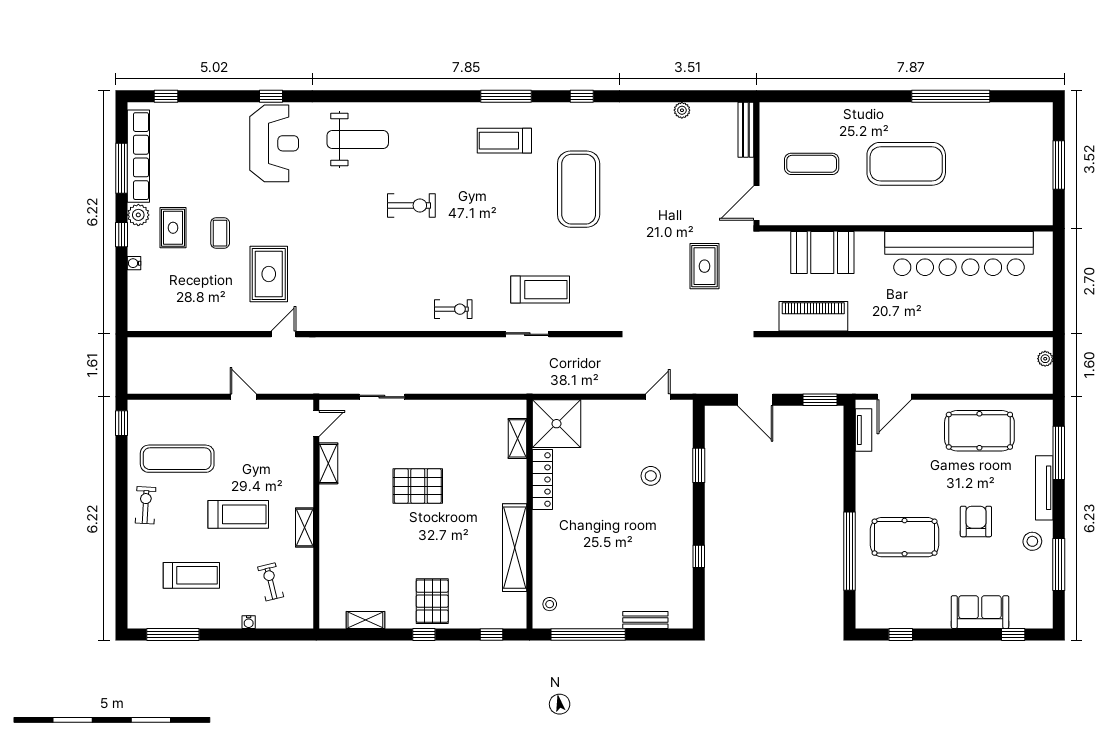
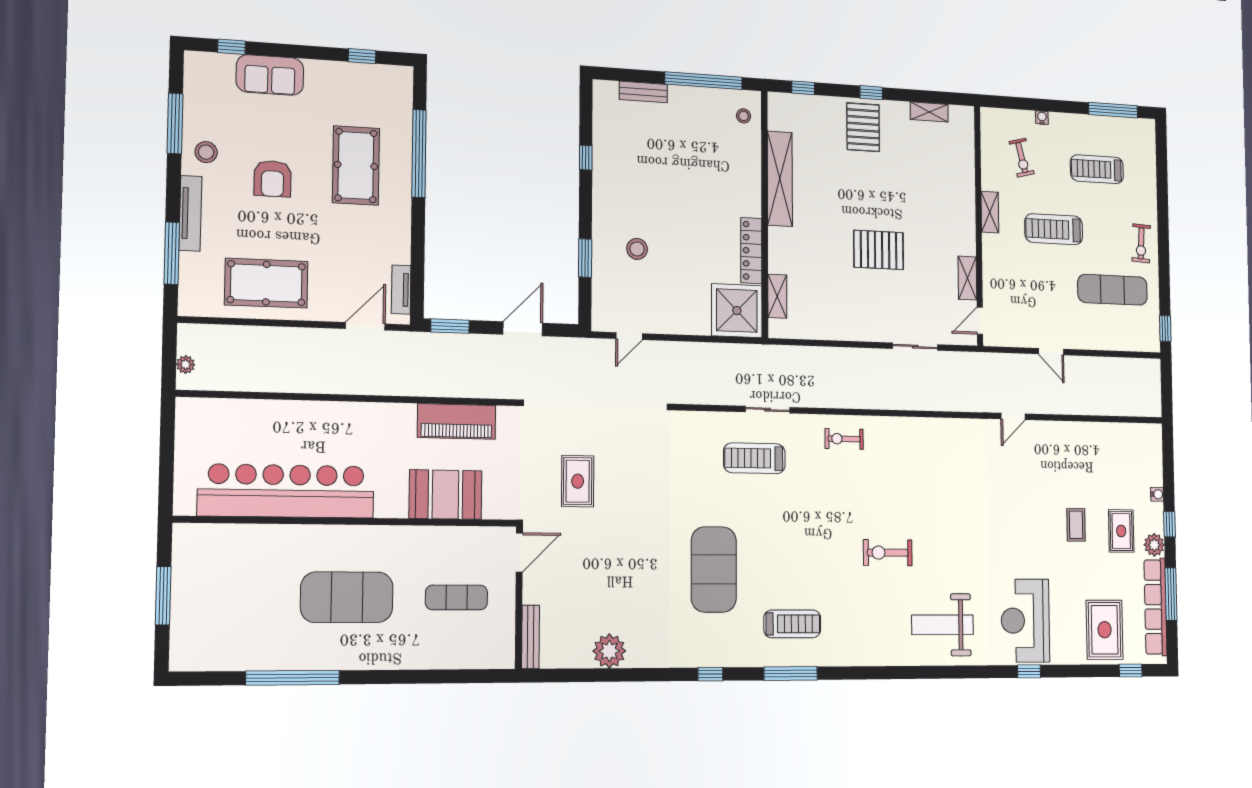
plant: (682, 110) -> (609, 651), width x1.88, depth x1.88
rug: (269, 274) -> (1105, 630), moved
door: (755, 400) -> (523, 329), hinge flipped
pool table: (905, 537) -> (356, 165), turned 90

